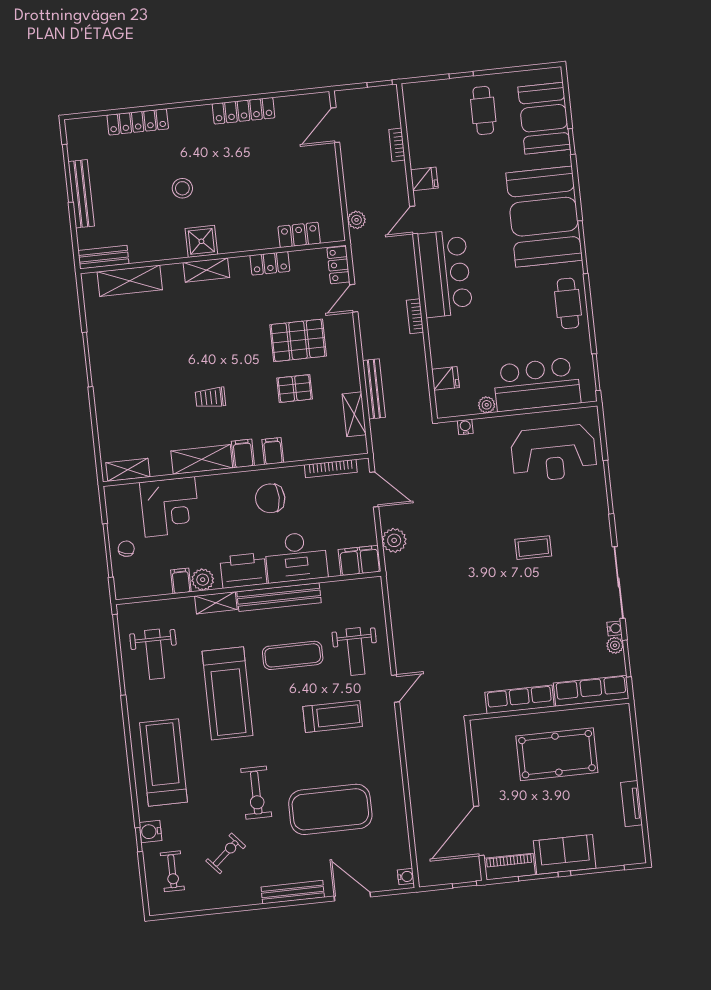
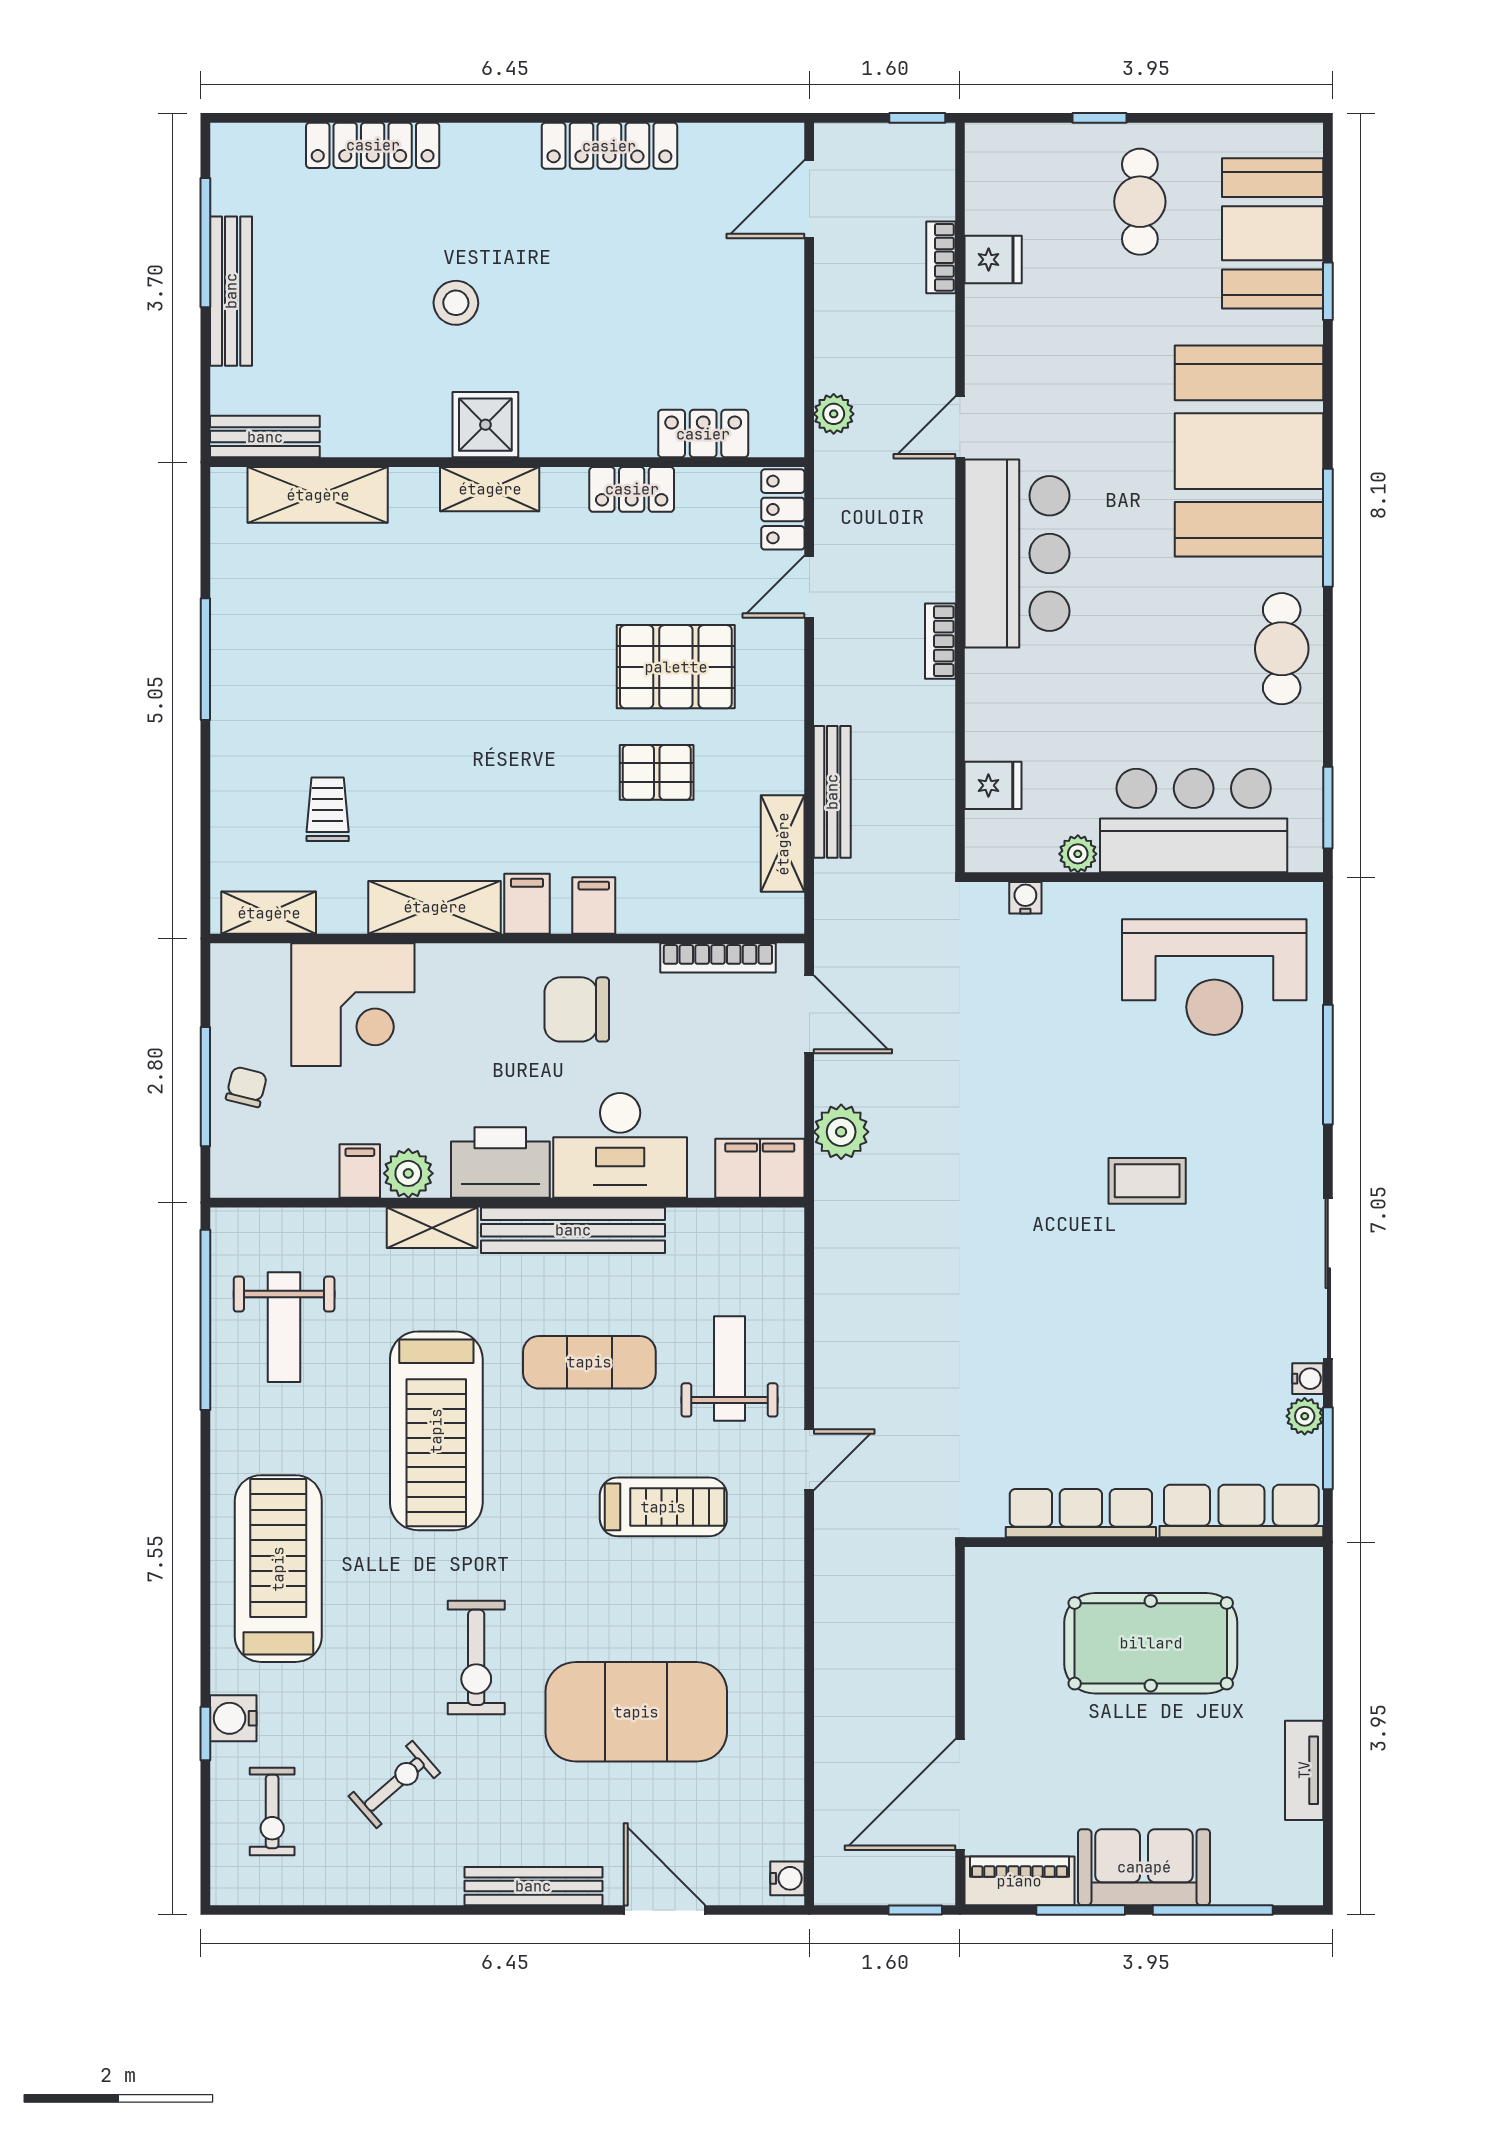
fridge: (424, 179) -> (993, 260), moved
trolley: (210, 398) -> (328, 809), moved, turned 90
weight bench: (356, 651) -> (729, 1369), turned 180

